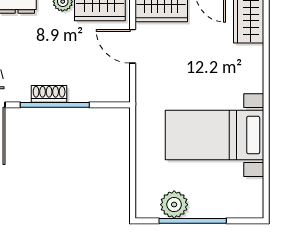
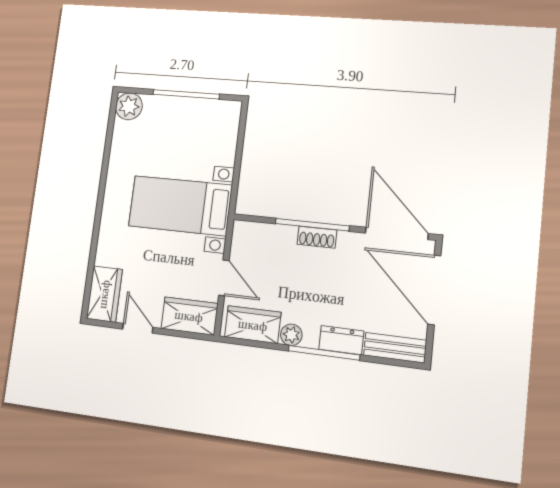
bed with nightstands: (214, 135) -> (180, 206), moved, turned 180
plant: (174, 205) -> (129, 106), moved

